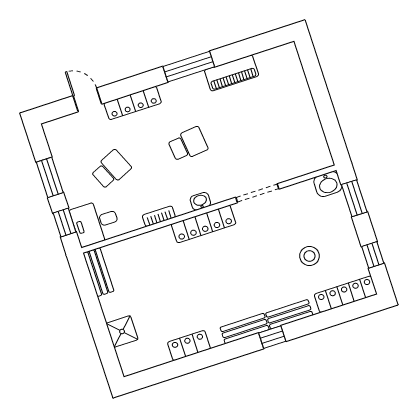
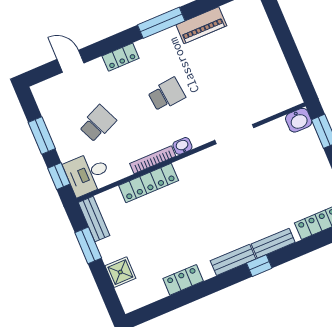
locker: (133, 103) -> (121, 57), width x0.66
bookcase: (159, 216) -> (153, 160), width x1.56
locker: (204, 224) -> (149, 183), moved
stool: (309, 256) -> (287, 188), removed
window: (90, 300) -> (88, 245), added

